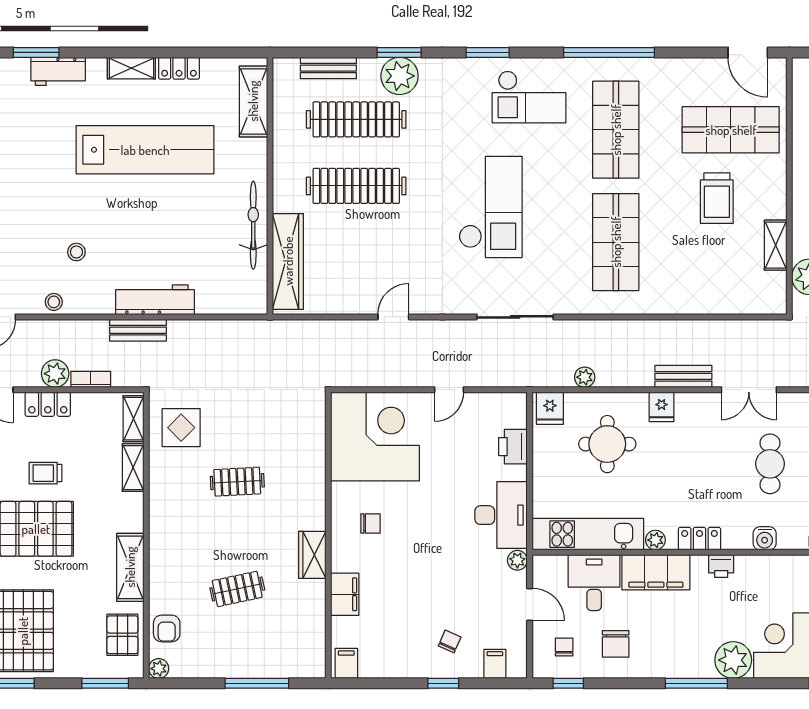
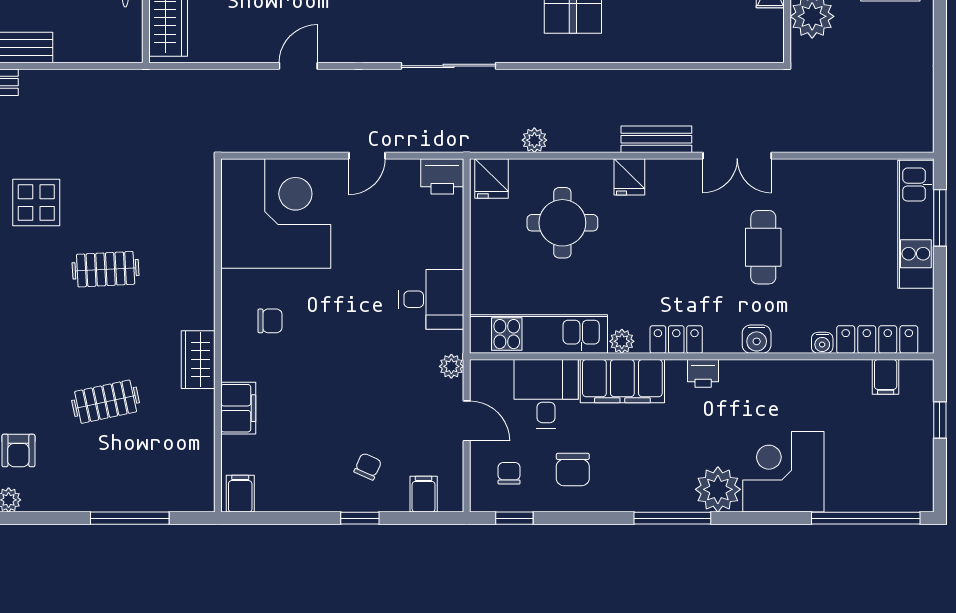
printer: (513, 447) -> (442, 176), moved, turned -90
desk: (501, 515) -> (431, 299), width x0.73

